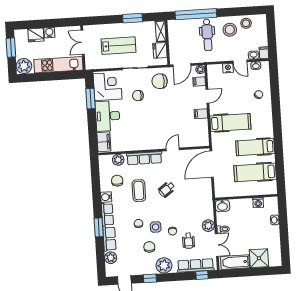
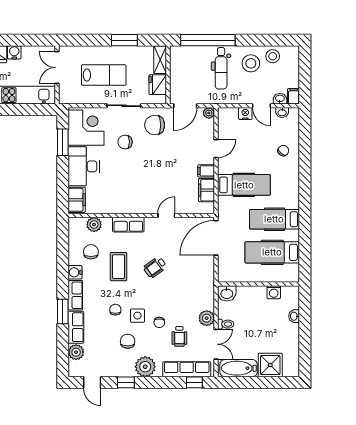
filing cabinet: (199, 81) -> (207, 190), moved, width x2.00
row of seats: (144, 158) -> (128, 225), width x0.68

